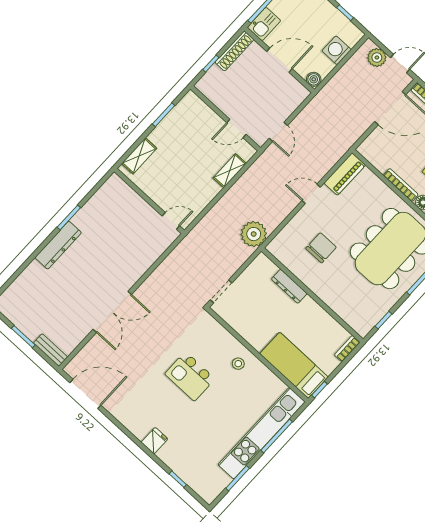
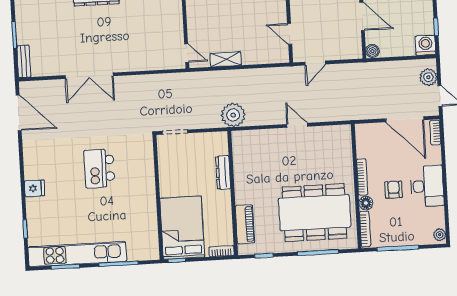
washing machine: (337, 50) -> (425, 45), moved
shelving: (230, 171) -> (226, 59), moved
piano: (345, 174) -> (245, 224), moved, turned -90
chair: (321, 248) -> (269, 167), removed
stool: (238, 364) -> (140, 191), removed
bed: (294, 365) -> (182, 228), width x1.50
kitchen unit: (262, 433) -> (77, 254), moved

